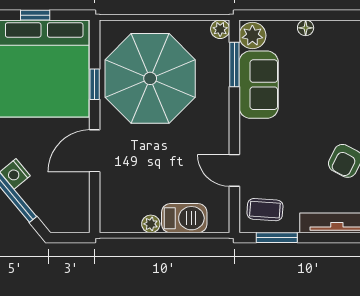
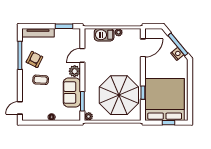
plant: (252, 35) -> (75, 71), moved
door: (95, 151) -> (143, 48), moved
door: (234, 170) -> (82, 55), swing flipped
coffee table: (265, 210) -> (41, 80), moved

